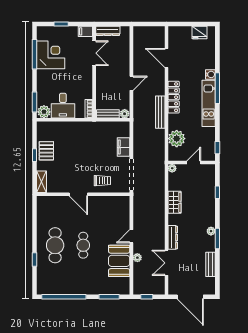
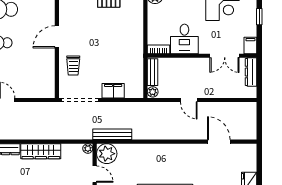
door: (166, 58) -> (219, 142), hinge flipped
locker: (174, 97) -> (172, 150), removed
desk: (63, 106) -> (184, 39), moved, turned -90
bench: (160, 112) -> (112, 134), moved
plant: (177, 139) -> (107, 154), moved
wardrobe: (175, 202) -> (41, 151), width x1.50

